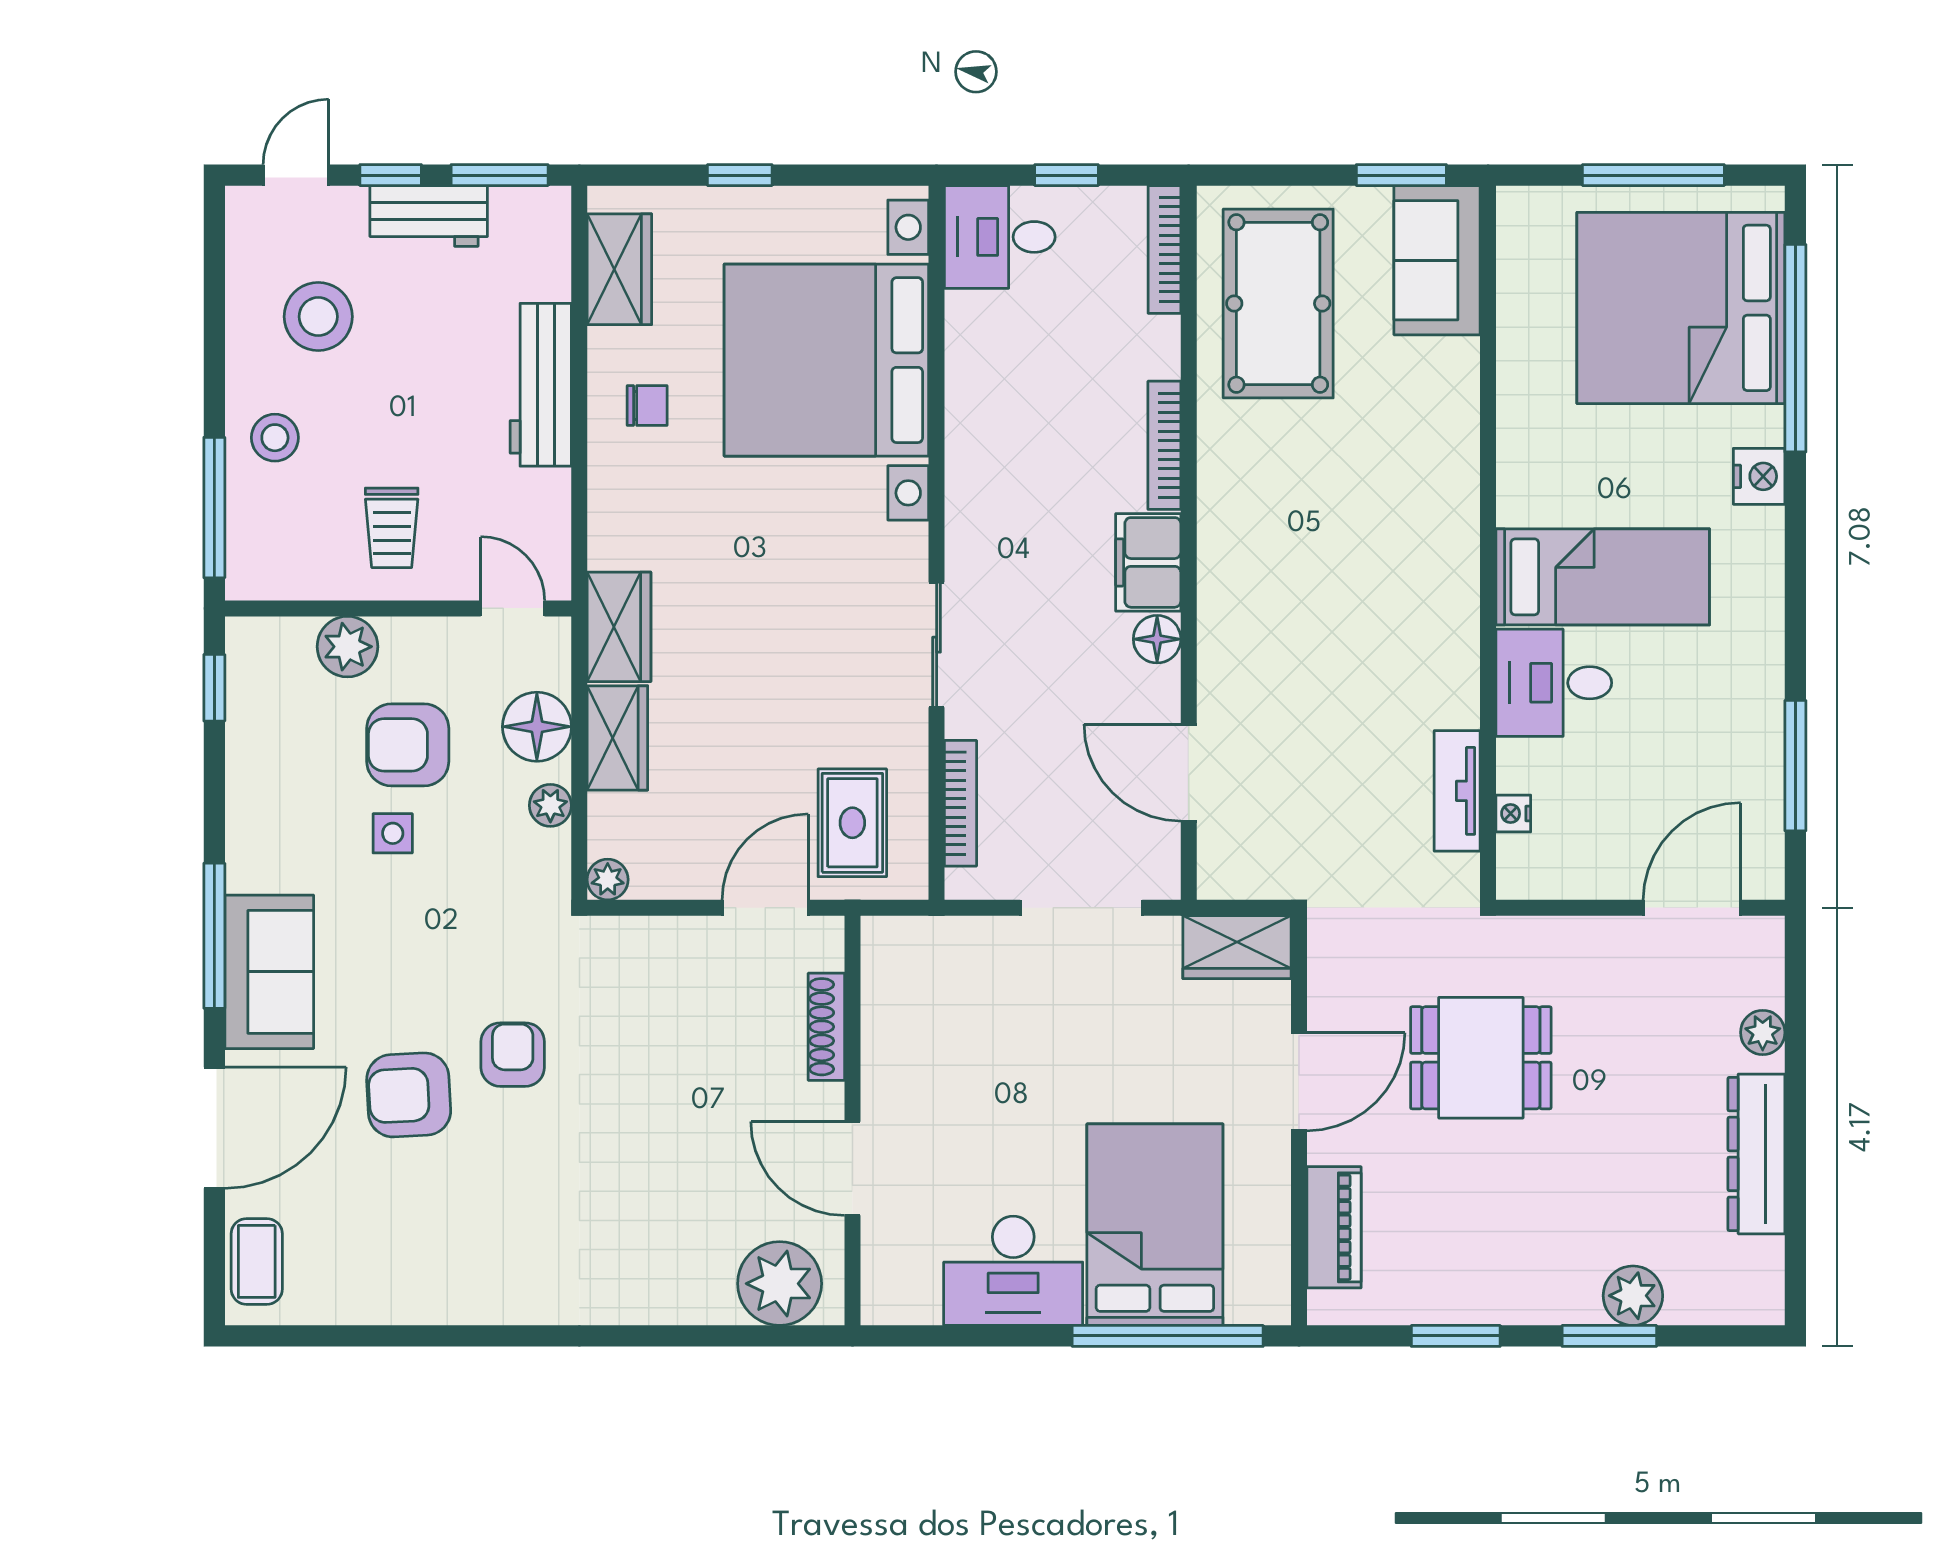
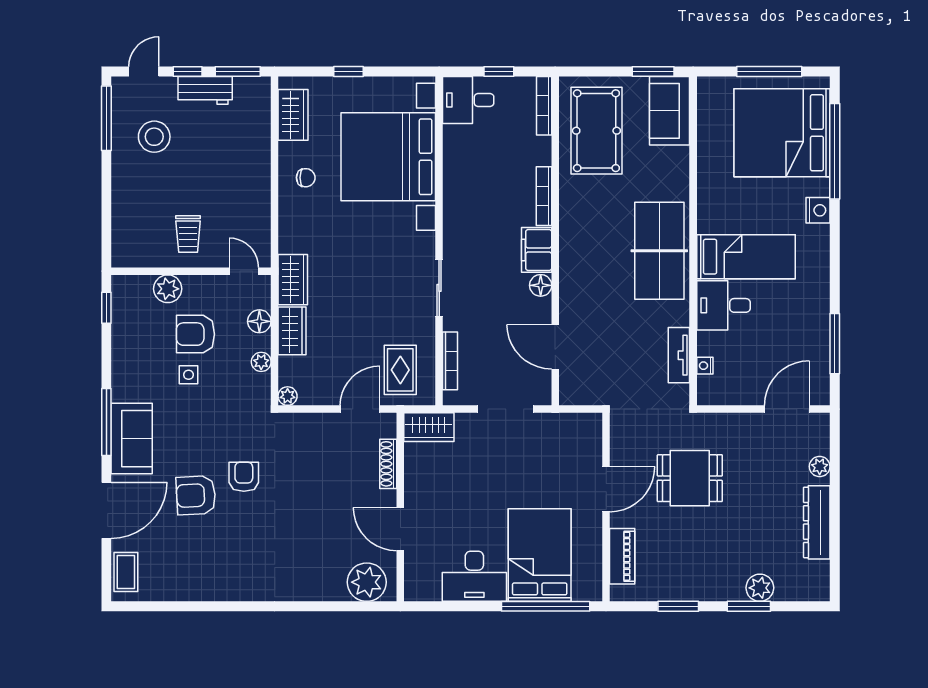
workbench: (541, 385) -> (257, 168), removed
stool: (275, 438) -> (134, 193), removed
window: (214, 508) -> (106, 118), moved
table tennis table: (1415, 564) -> (659, 251), added
floor lamp: (537, 727) -> (259, 321), width x0.73, depth x0.73
wardrobe: (1237, 947) -> (429, 427), moved

